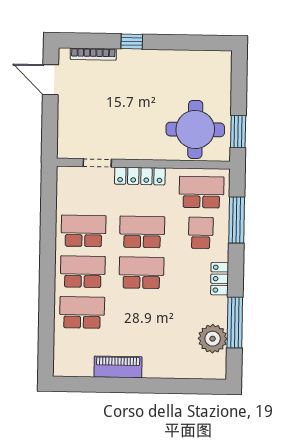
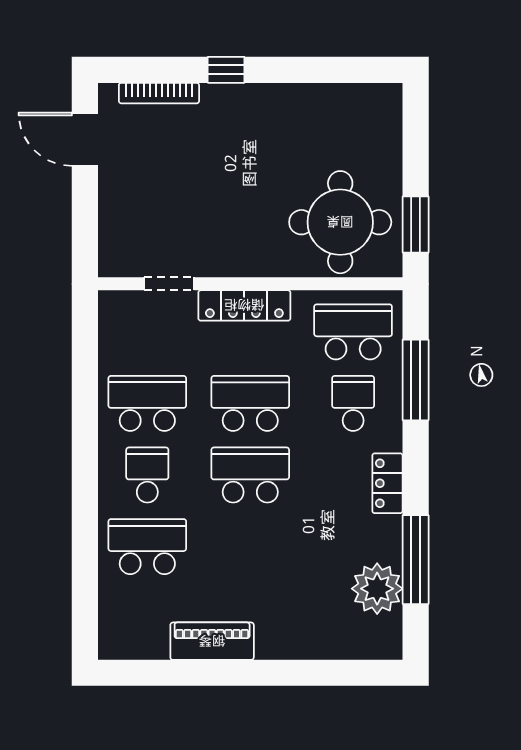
school desk: (83, 272) -> (147, 475), width x0.54

